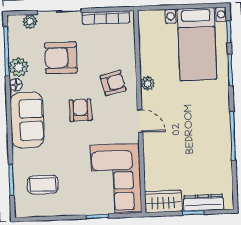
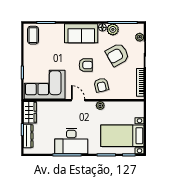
armchair: (61, 58) -> (117, 55), turned -119
door: (140, 121) -> (78, 100), swing flipped
desk: (209, 130) -> (71, 141), added
coffee table: (43, 185) -> (33, 35), moved

